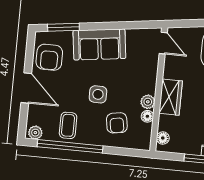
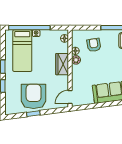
door: (163, 43) -> (70, 97), hinge flipped
side table: (98, 94) -> (107, 61), removed

